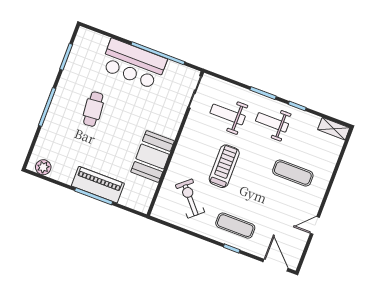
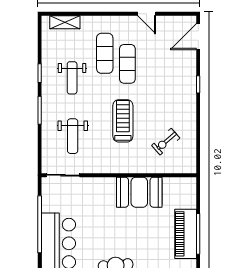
weight bench: (272, 122) -> (72, 78), moved
shelving: (334, 129) -> (65, 22), moved, turned 90
treadmill: (224, 166) -> (123, 121), turned 90
exercise bike: (190, 199) -> (166, 142), width x0.73, depth x0.72
exercise mat: (235, 226) -> (127, 64), moved

